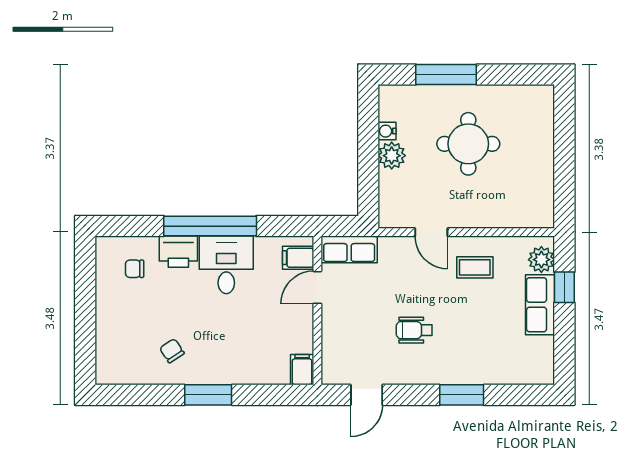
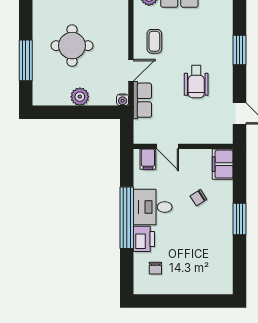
water cooler: (387, 131) -> (123, 100), moved
row of seats: (349, 249) -> (142, 100), moved
wheelchair: (414, 330) -> (196, 82), width x1.36, depth x1.37
chair: (172, 351) -> (198, 198), moved
filing cabinet: (302, 370) -> (223, 164), width x2.00

